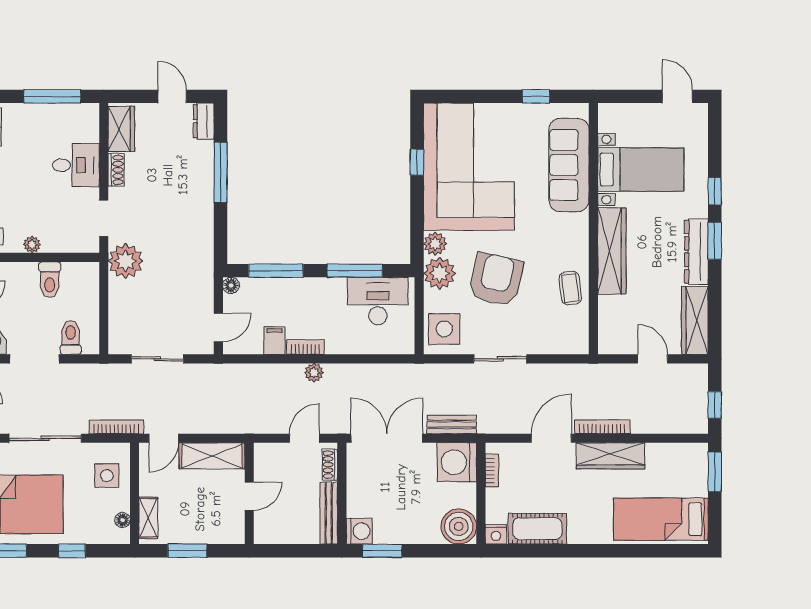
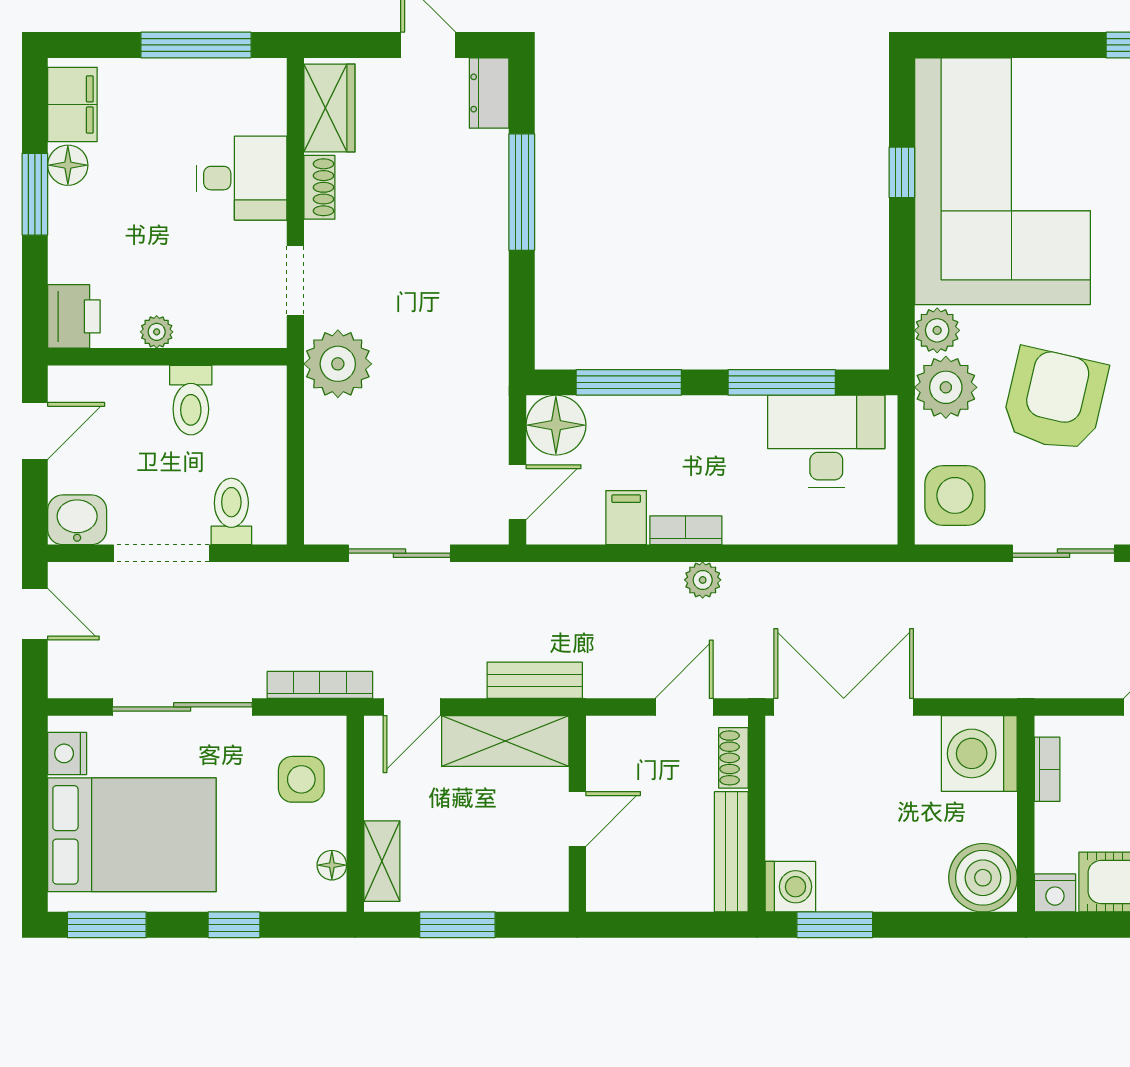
floor lamp: (231, 285) -> (556, 425), width x1.89, depth x1.89
bench: (452, 424) -> (535, 680), moved

